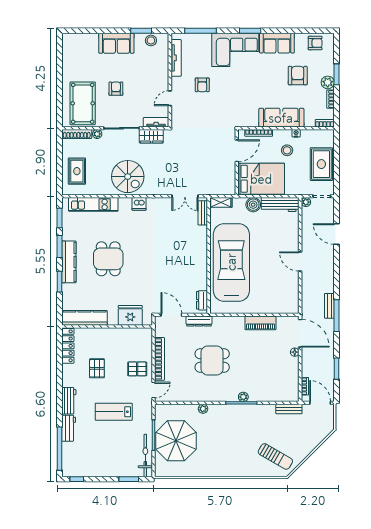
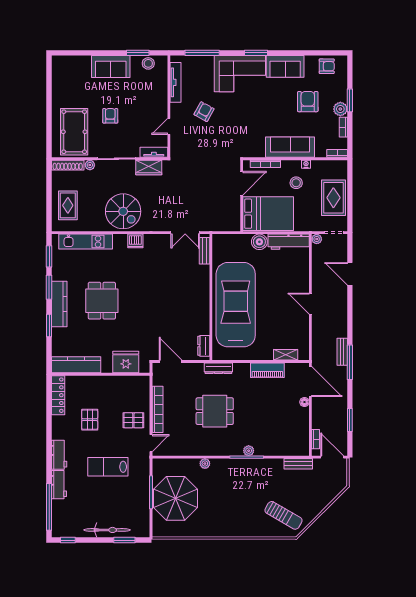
armchair: (202, 85) -> (204, 112), turned -151
shelving: (221, 202) -> (286, 355), moved
dresser: (199, 321) -> (218, 368), moved
bicycle: (145, 455) -> (107, 530), moved, turned 90

